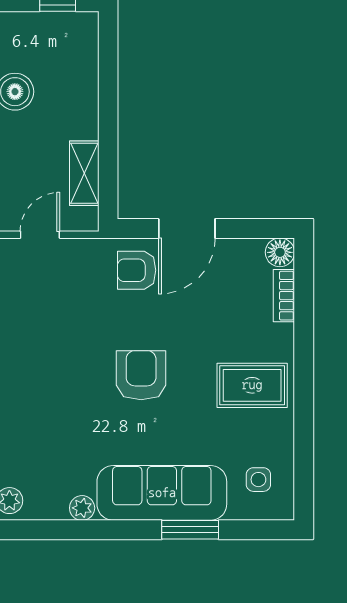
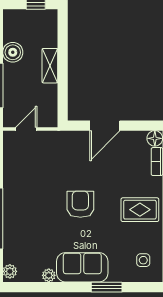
shelving: (84, 173) -> (50, 66), moved
armchair: (137, 270) -> (78, 148), removed
sofa: (162, 493) -> (82, 267), width x0.73

